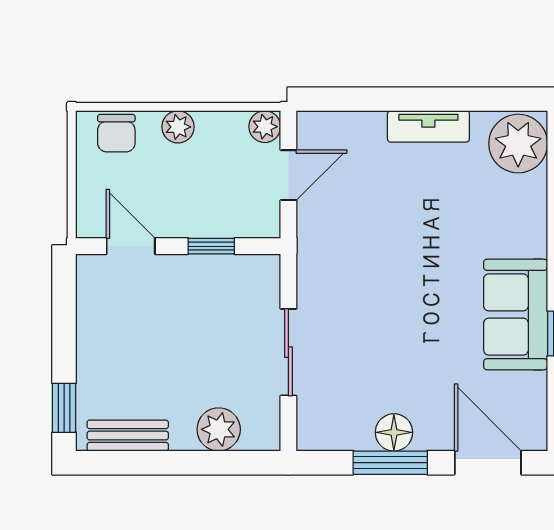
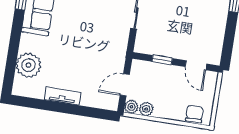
plant: (178, 127) -> (146, 109), moved
plant: (518, 144) -> (29, 65), moved

